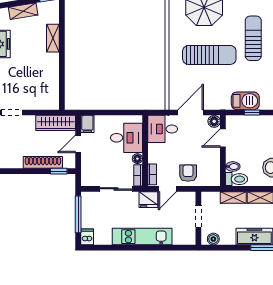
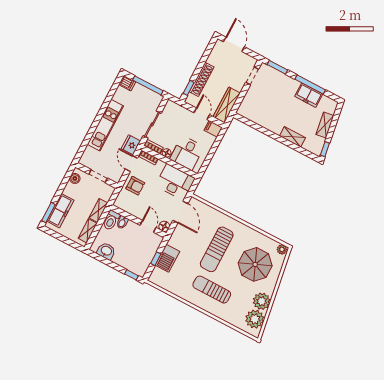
sun lounger: (253, 38) -> (212, 290), turned 180
desk: (163, 129) -> (175, 182), width x1.37

